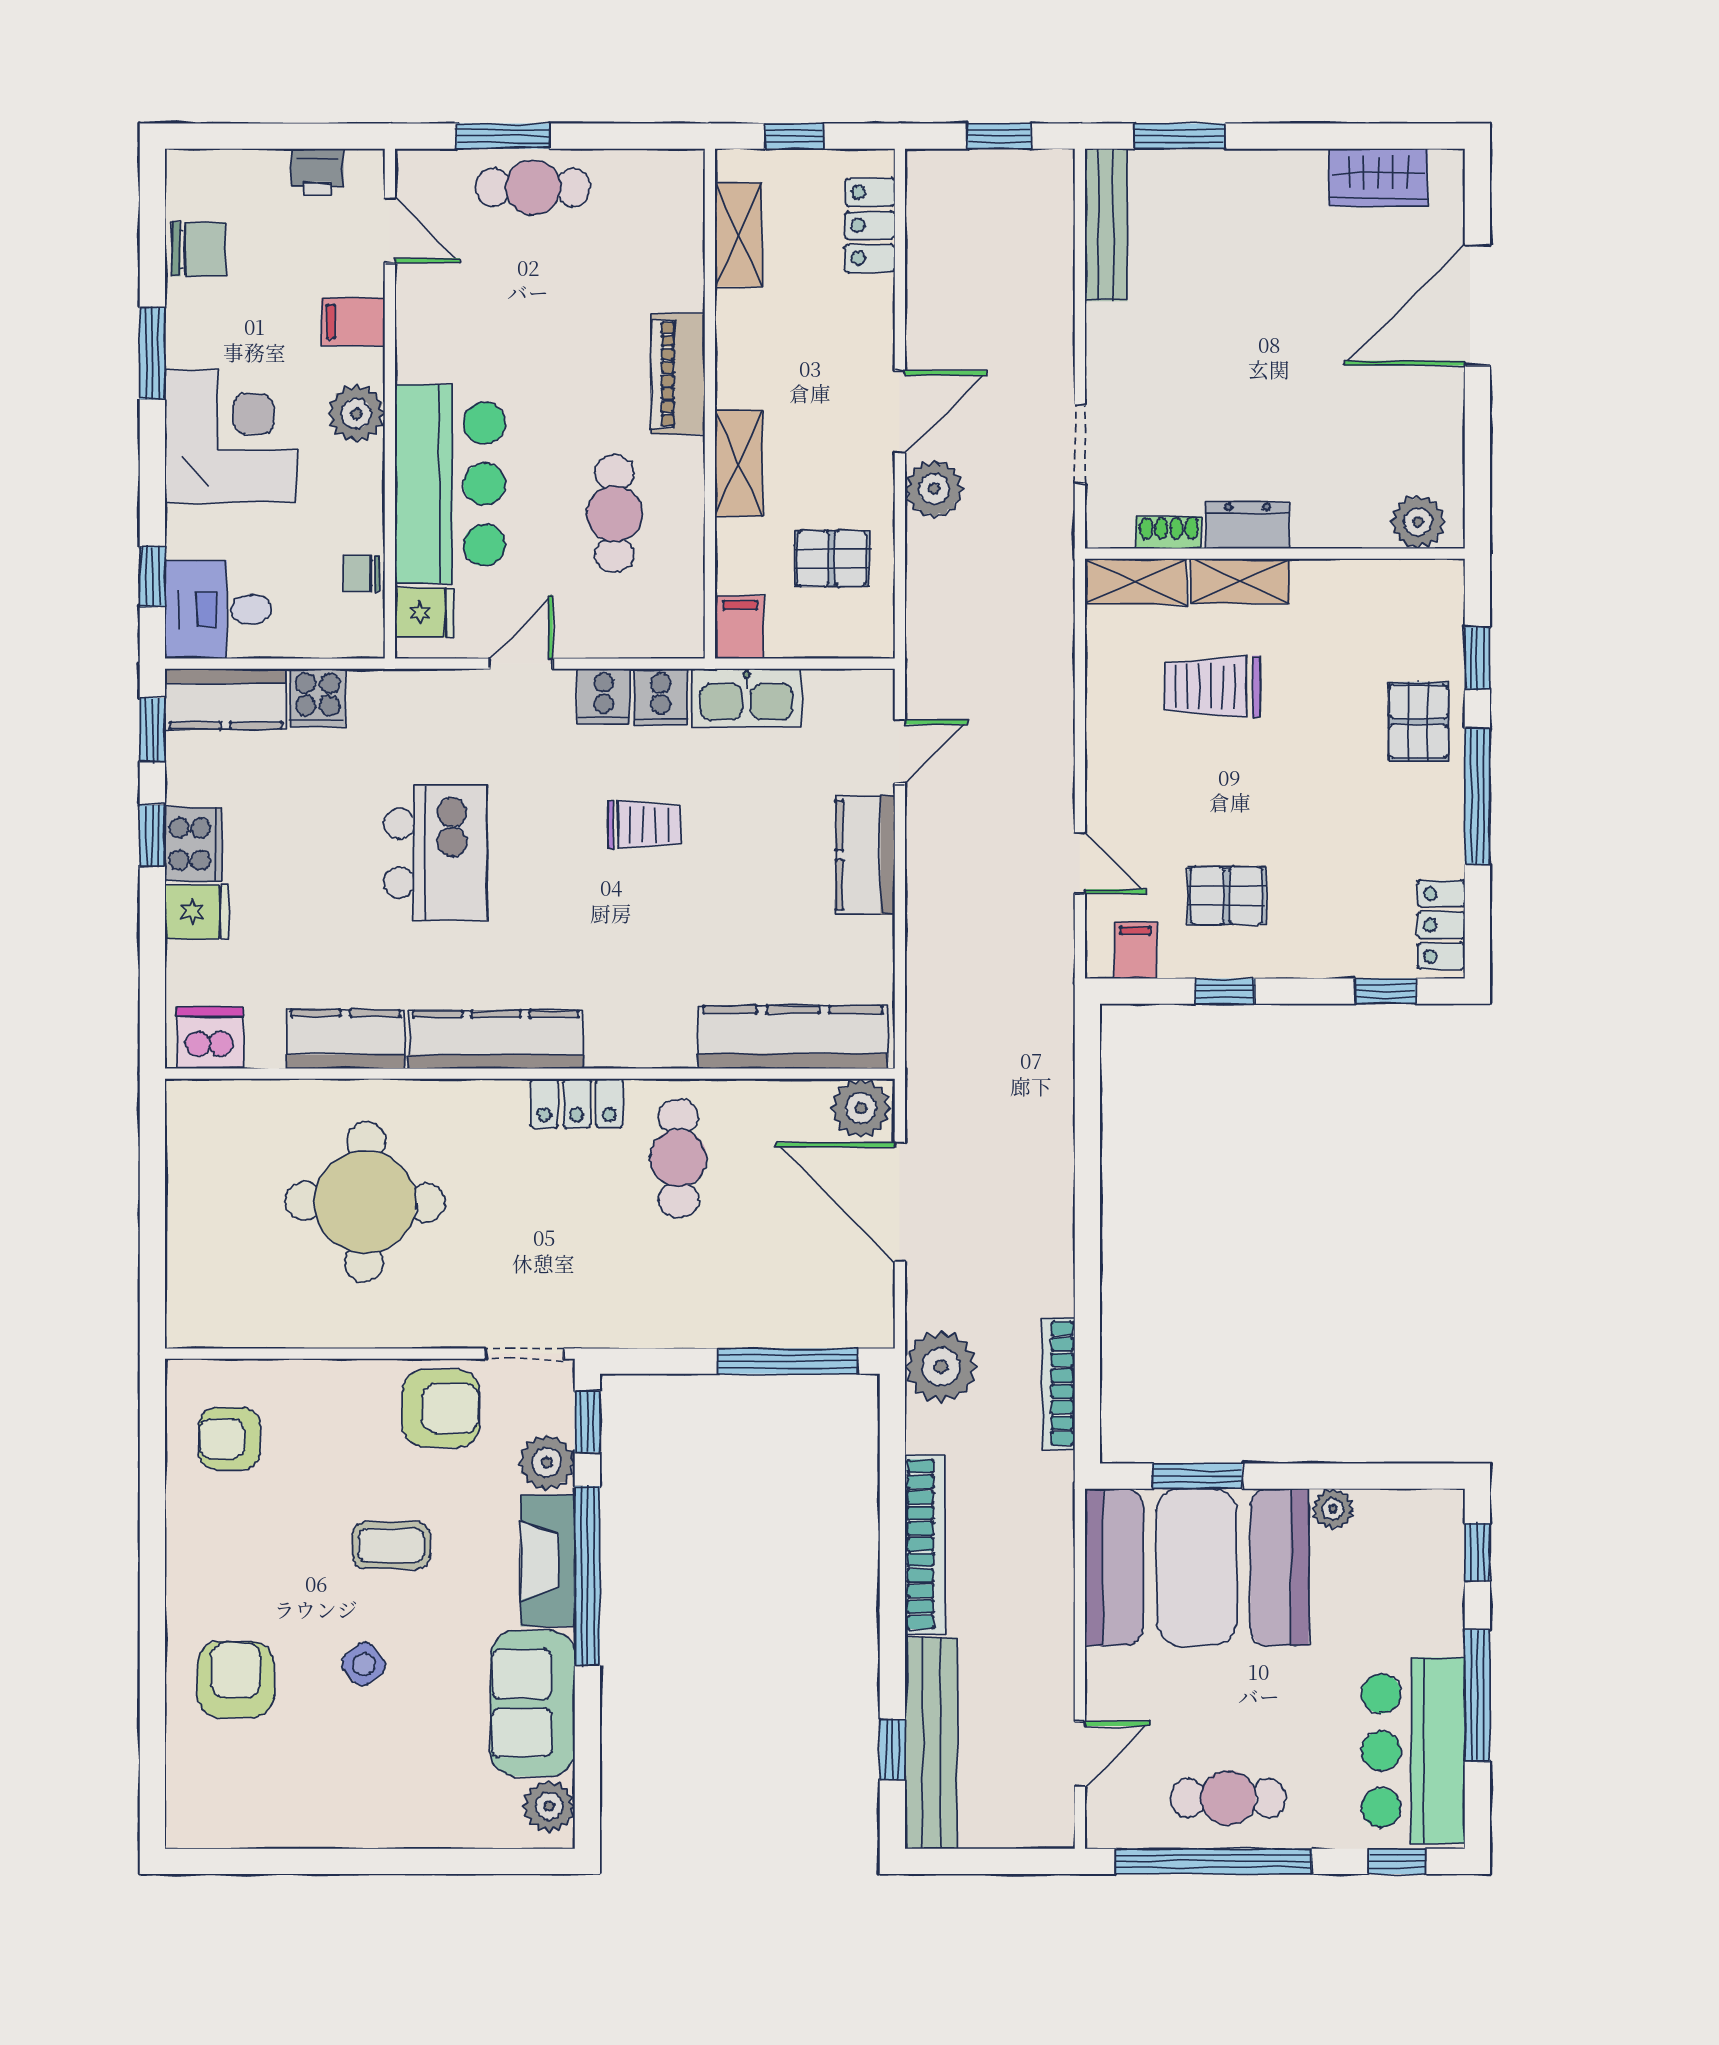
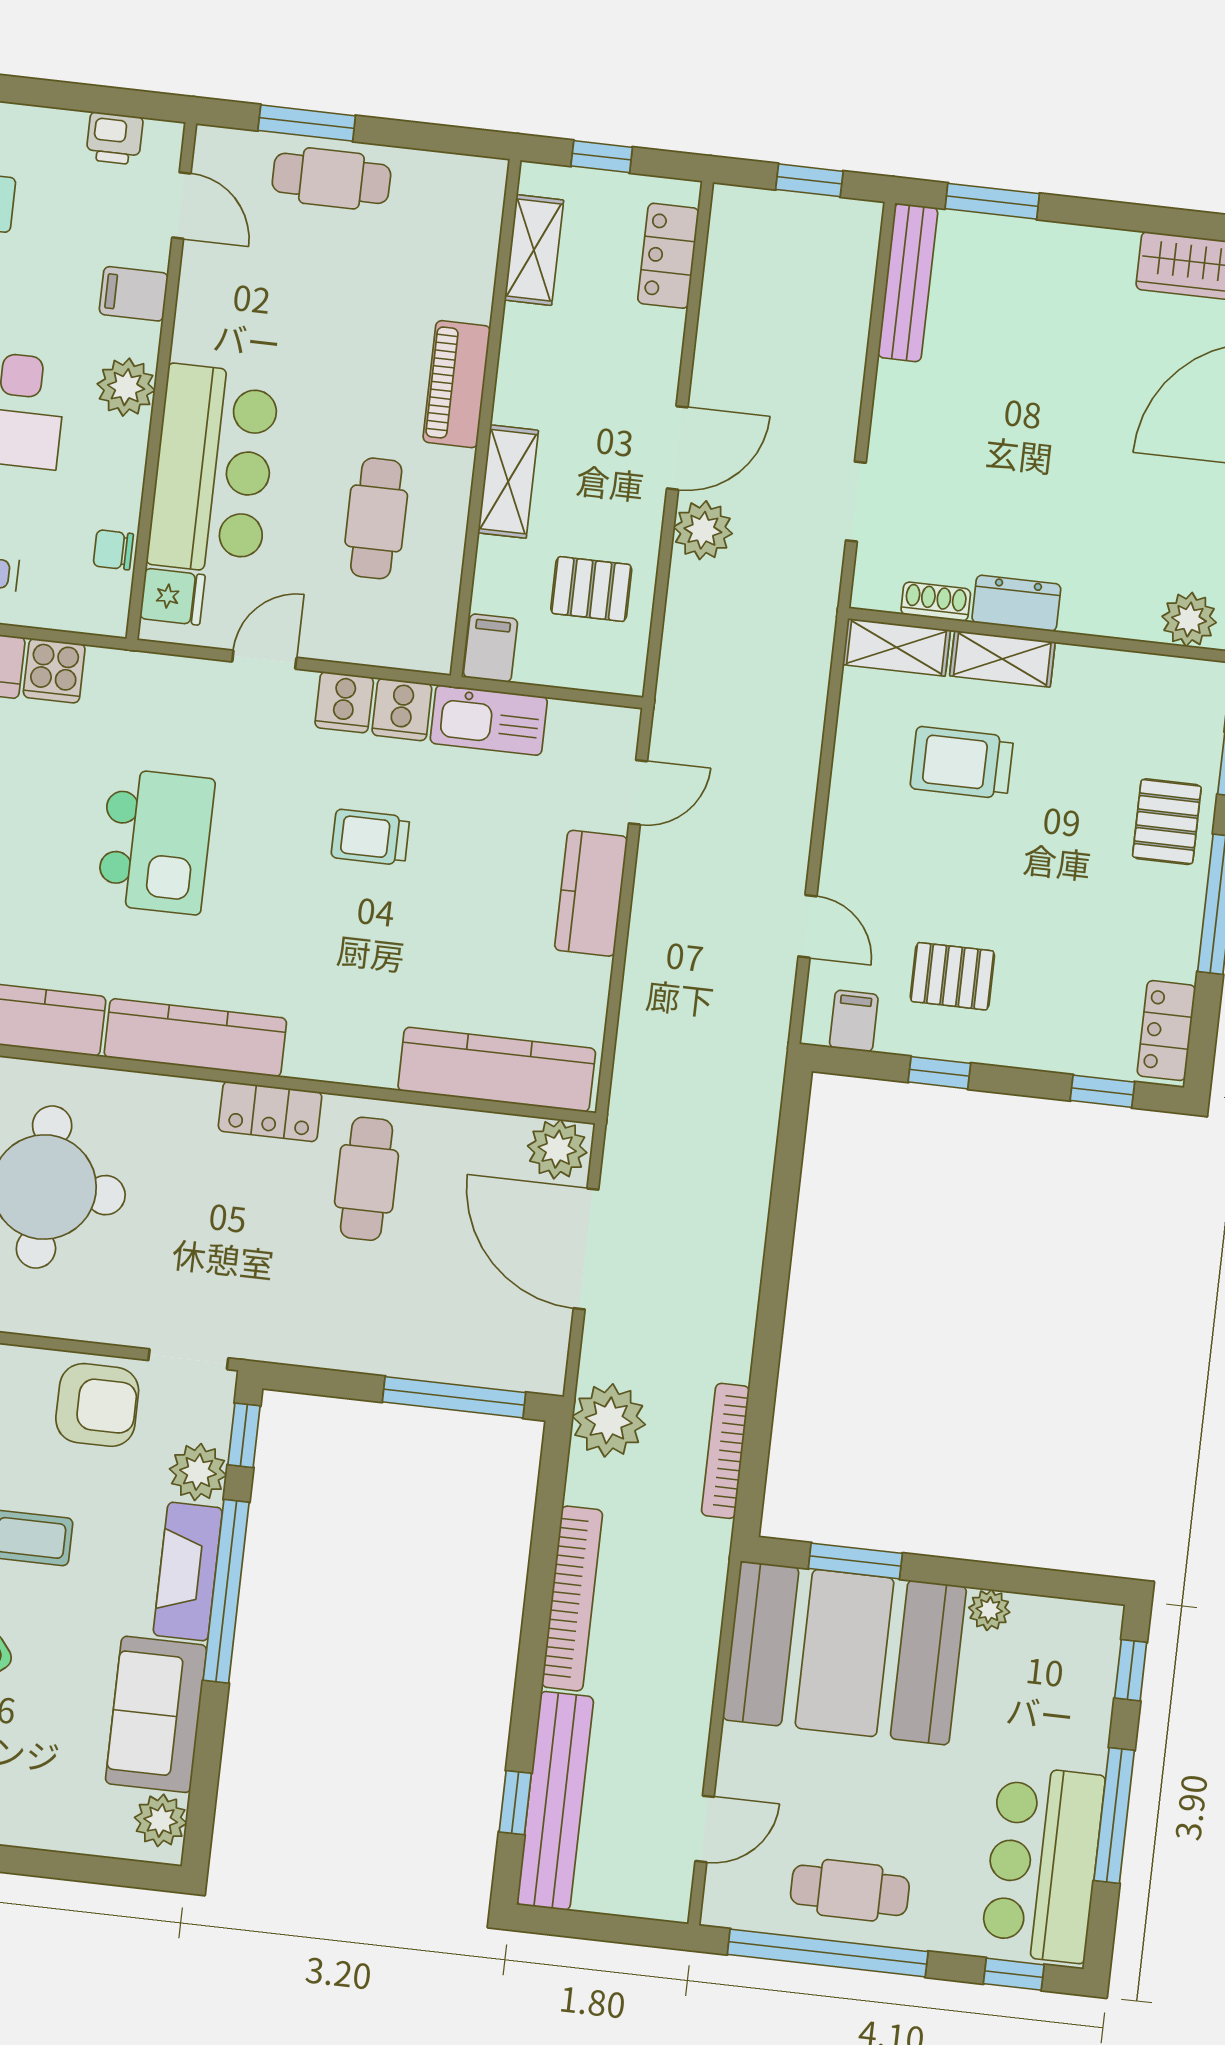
trolley: (644, 825) -> (370, 837), turned 180

